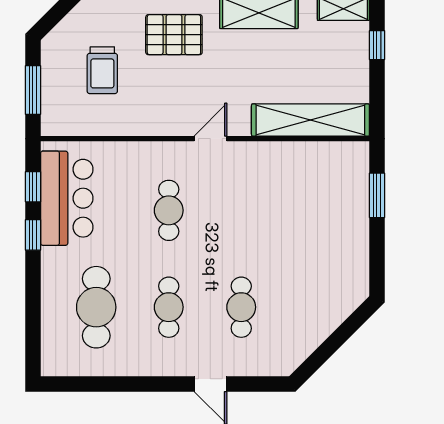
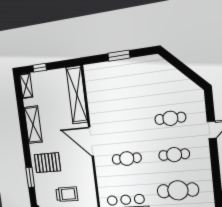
pallet: (174, 35) -> (47, 163), turned 90
door: (211, 139) -> (91, 142), width x1.87
window: (377, 195) -> (119, 56), moved

